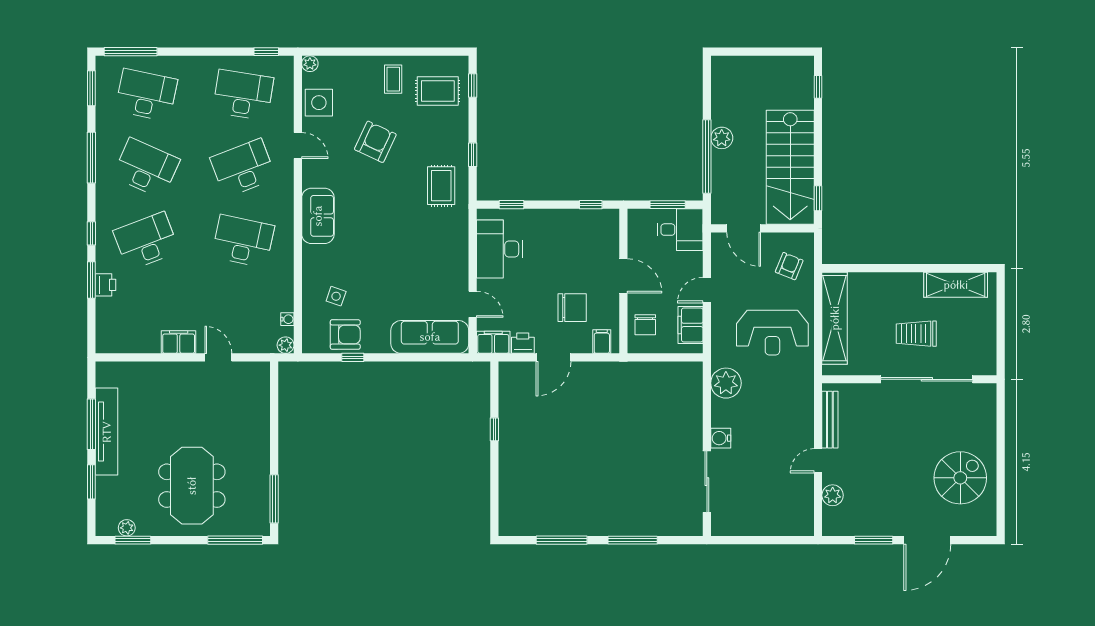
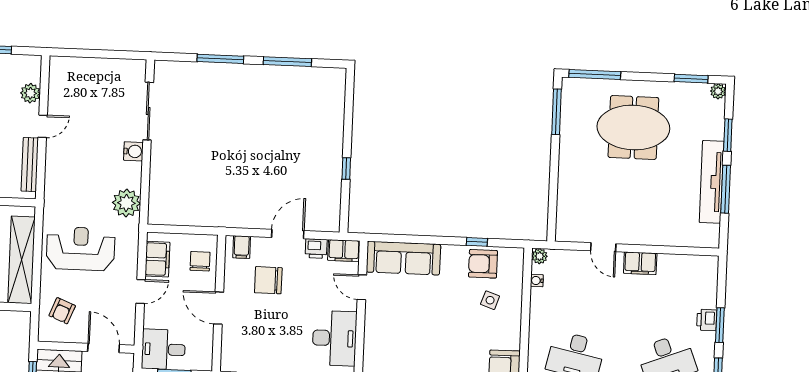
meeting table: (192, 486) -> (633, 127), turned 90
plant: (127, 528) -> (718, 91), moved

